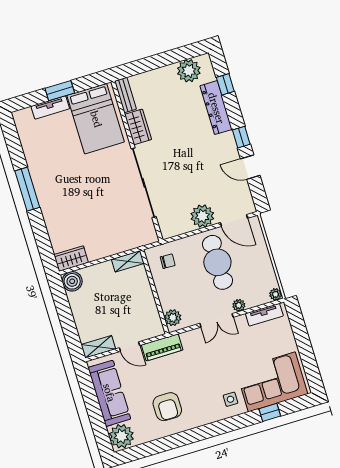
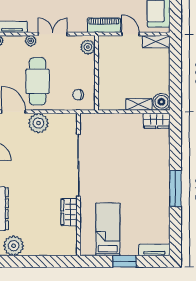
bench: (125, 95) -> (72, 241), removed
tv unit: (50, 107) -> (154, 250), moved
bed: (96, 119) -> (108, 229), width x0.67
shelving: (128, 261) -> (139, 104), moved

